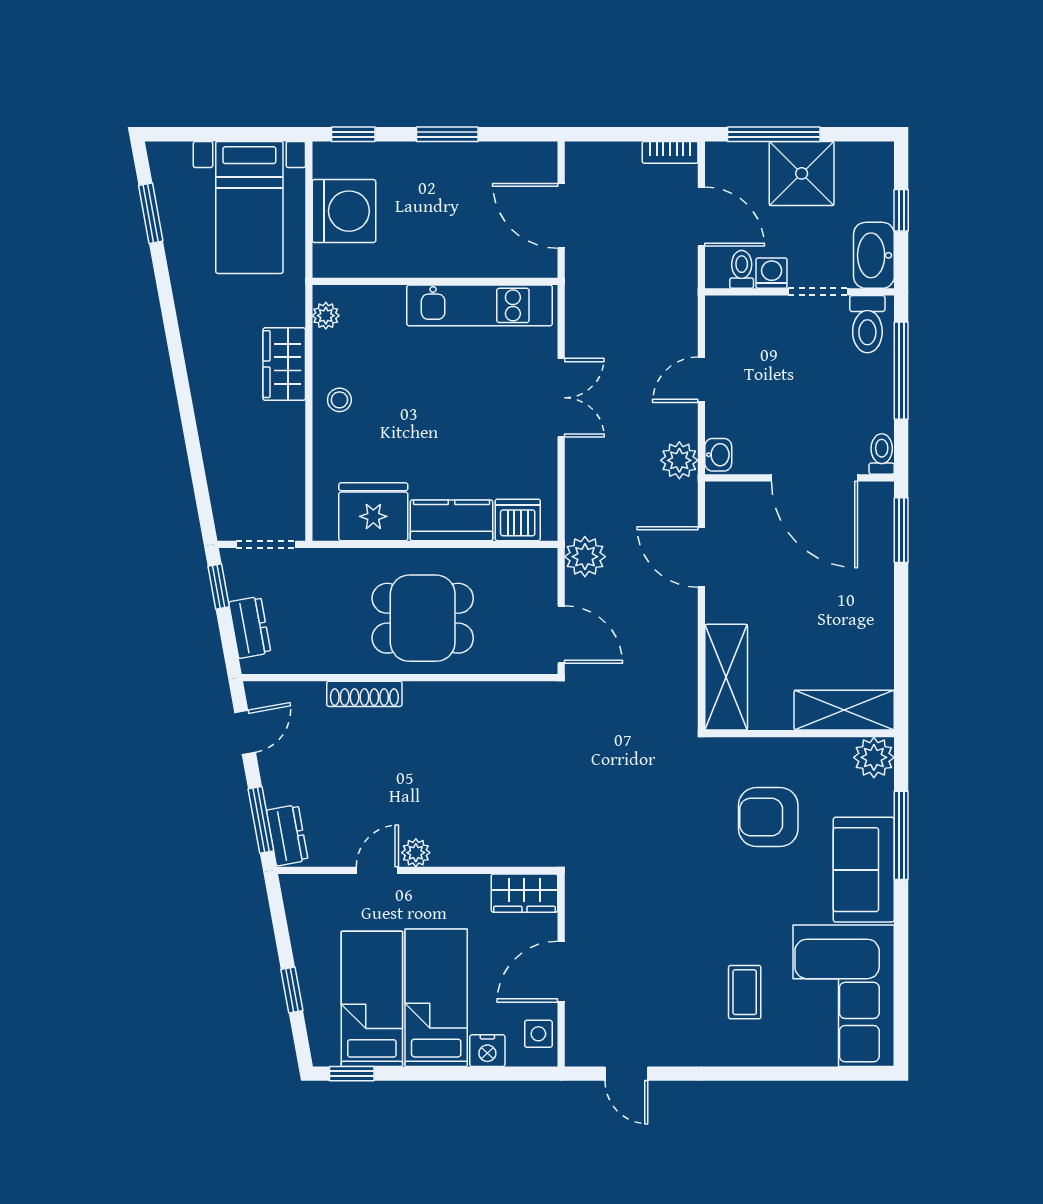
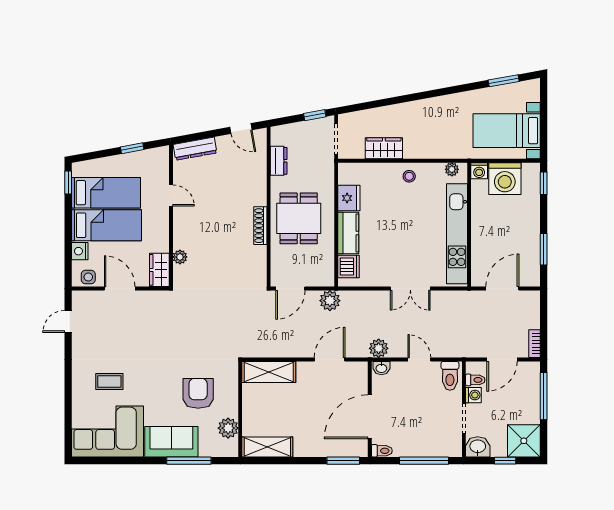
window: (447, 134) -> (544, 249), moved
shower: (802, 173) -> (524, 441), moved
washbasin: (874, 255) -> (478, 447), width x0.72
washing machine: (329, 262) -> (479, 171), added
kitchen unit: (480, 305) -> (457, 234), width x1.36
toilet: (867, 324) -> (450, 376), moved, turned -90
wardrobe: (284, 364) -> (384, 148), moved
fridge: (373, 512) -> (349, 198), width x0.73, depth x0.75
dresser: (250, 627) -> (279, 161), moved, turned -80
shoe rack: (364, 694) -> (260, 226), moved
shelving: (844, 710) -> (267, 447), moved, turned 90
plant: (874, 757) -> (228, 428), moved
window: (261, 820) -> (197, 137), removed
dresser: (287, 835) -> (195, 149), width x1.44
plant: (416, 853) -> (180, 257), moved
window: (292, 990) -> (132, 148), moved

